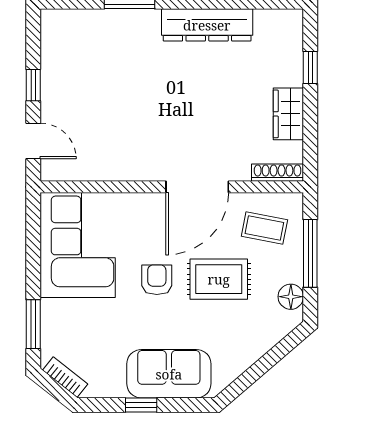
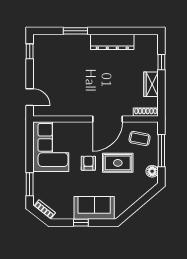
window: (33, 85) -> (30, 51), moved

